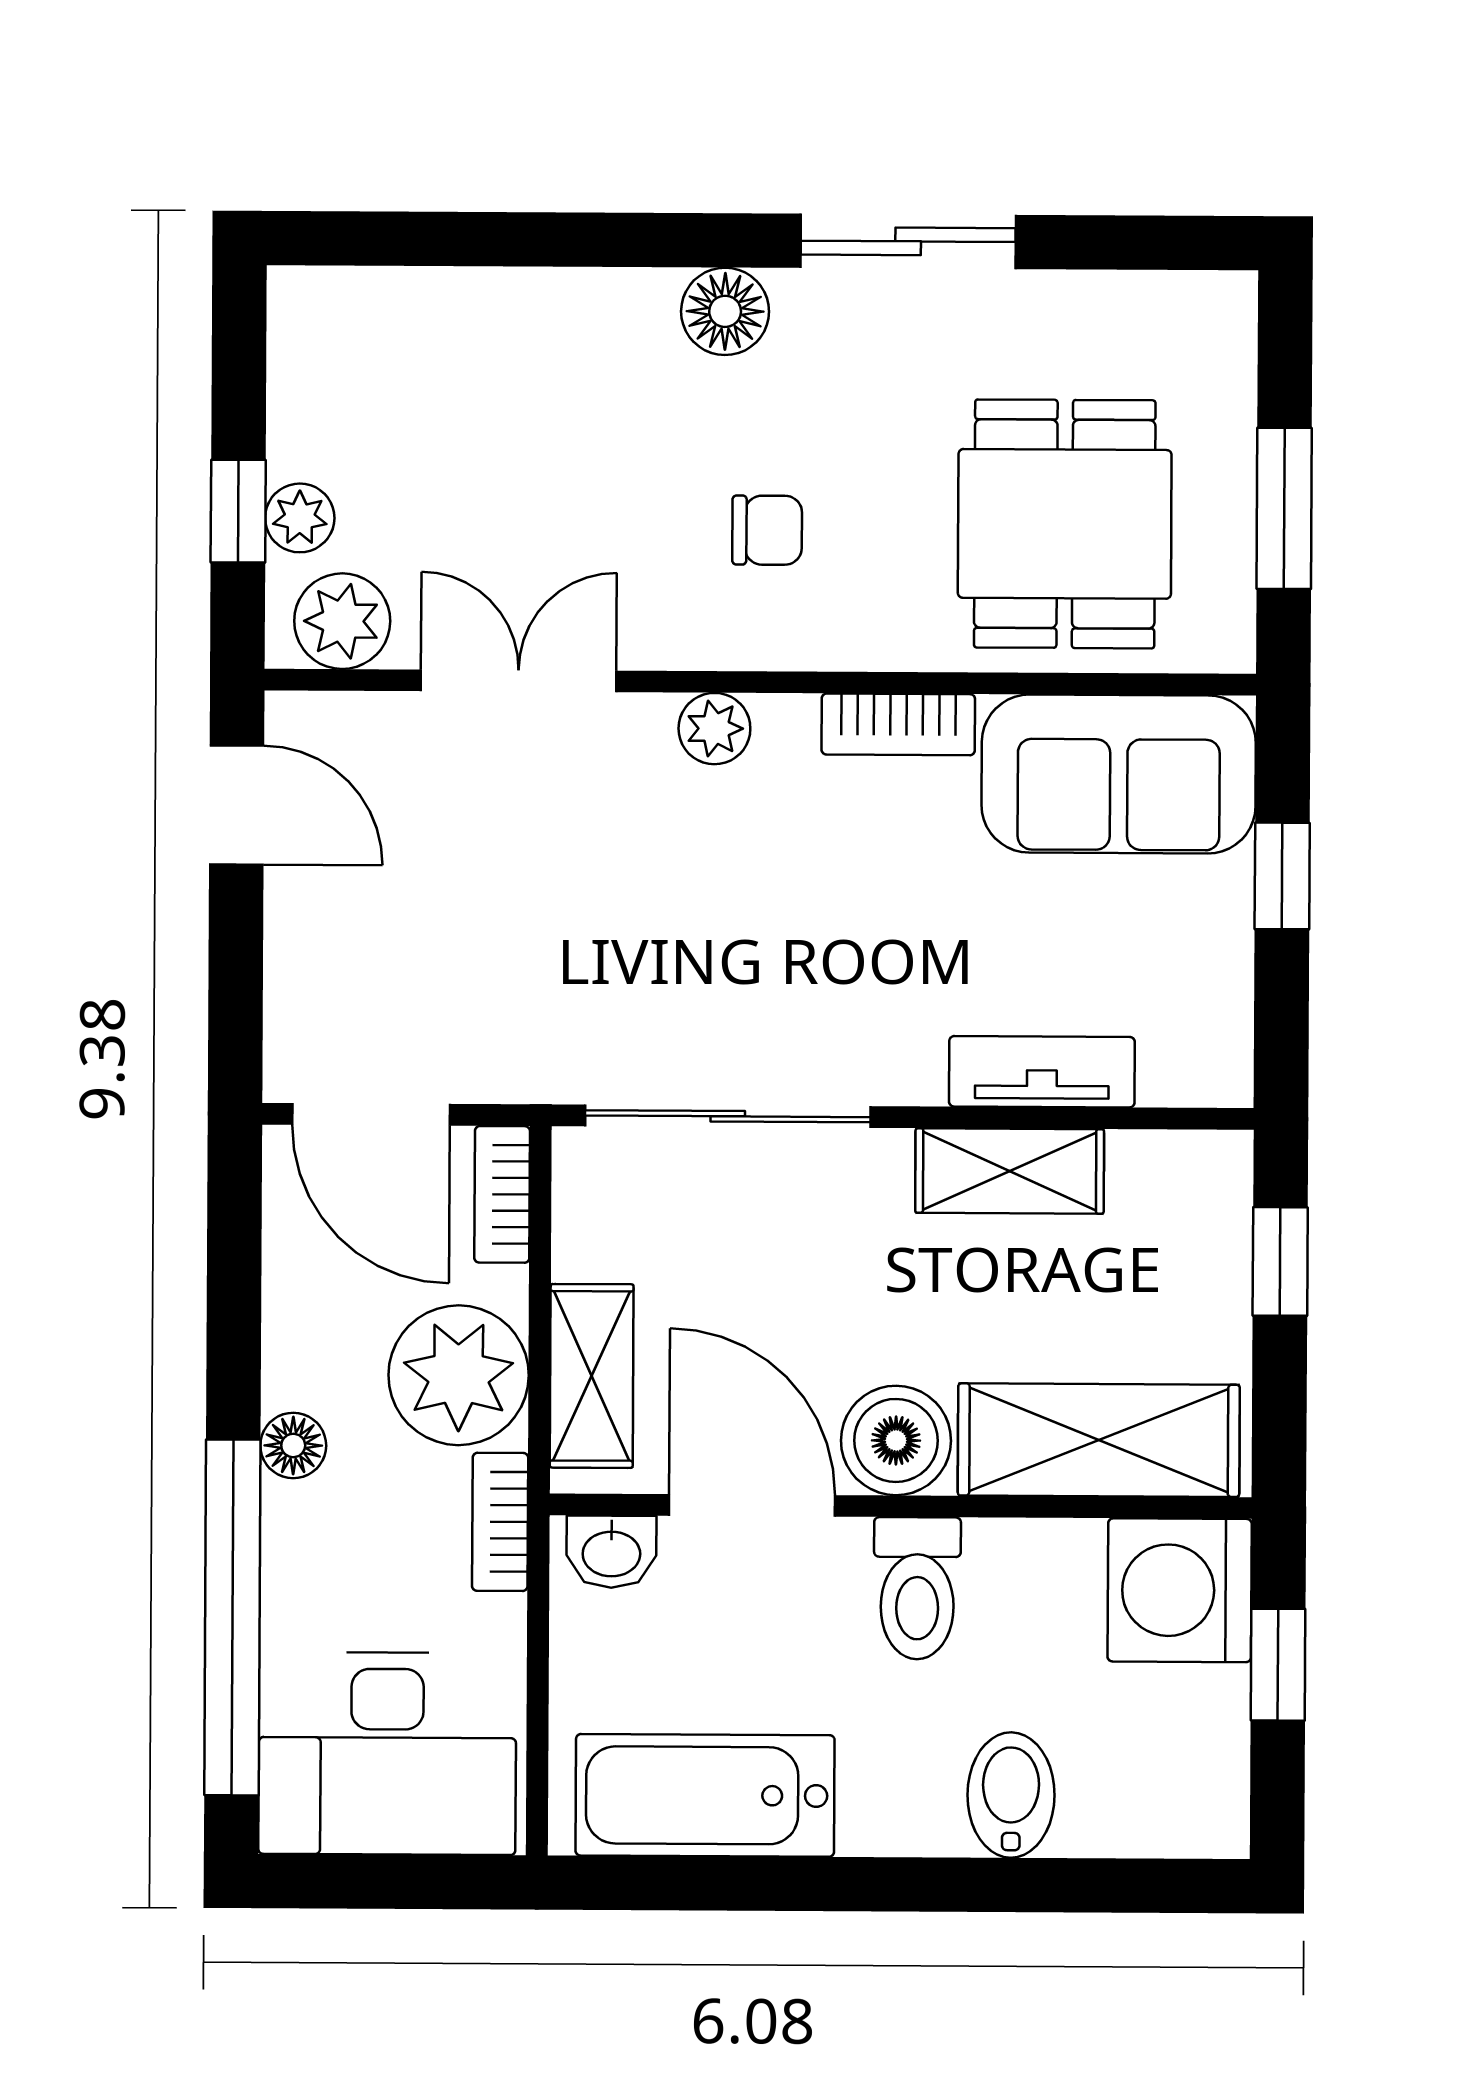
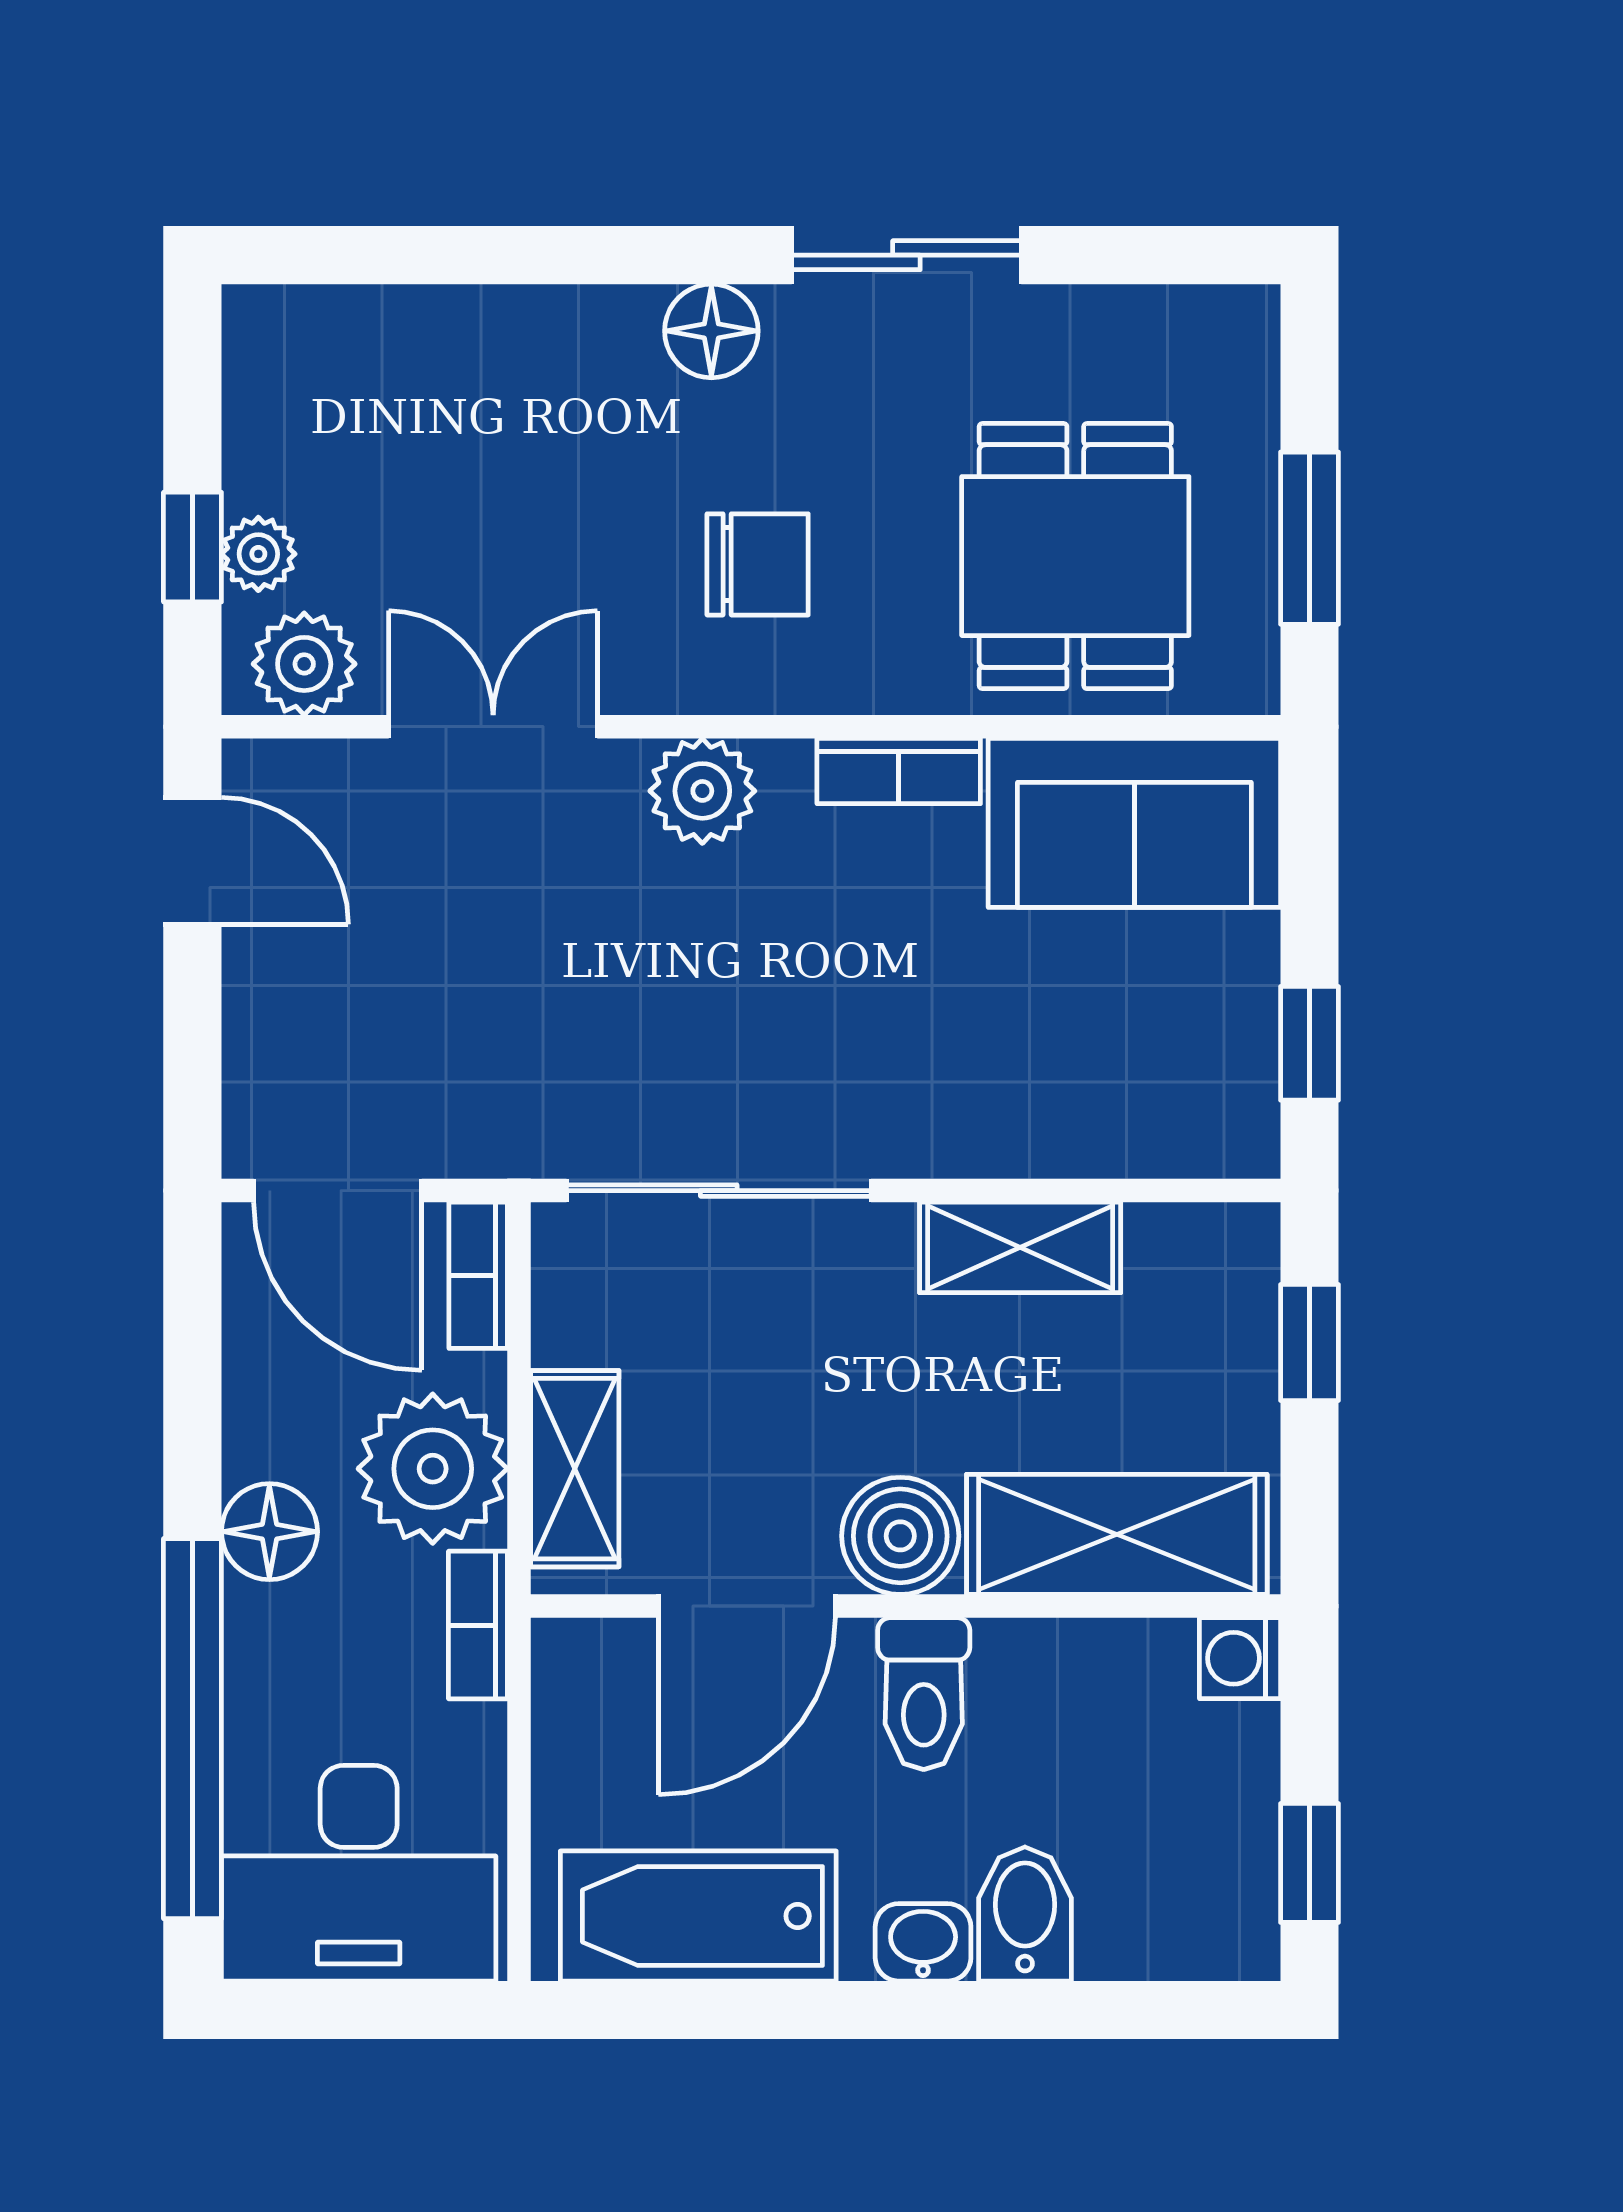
chair: (767, 530) -> (758, 564), width x1.37, depth x1.37
plant: (714, 729) -> (702, 791), width x1.38, depth x1.38
window: (1282, 876) -> (1310, 1043), moved
tv unit: (1042, 1072) -> (1054, 1141), removed
floor lamp: (293, 1445) -> (269, 1532), width x1.37, depth x1.37
door: (752, 1505) -> (747, 1606), swing flipped
washbasin: (611, 1552) -> (923, 1942), moved, turned 180
washing machine: (1180, 1590) -> (1240, 1658), width x0.53, depth x0.53
window: (1278, 1665) -> (1310, 1863), moved

